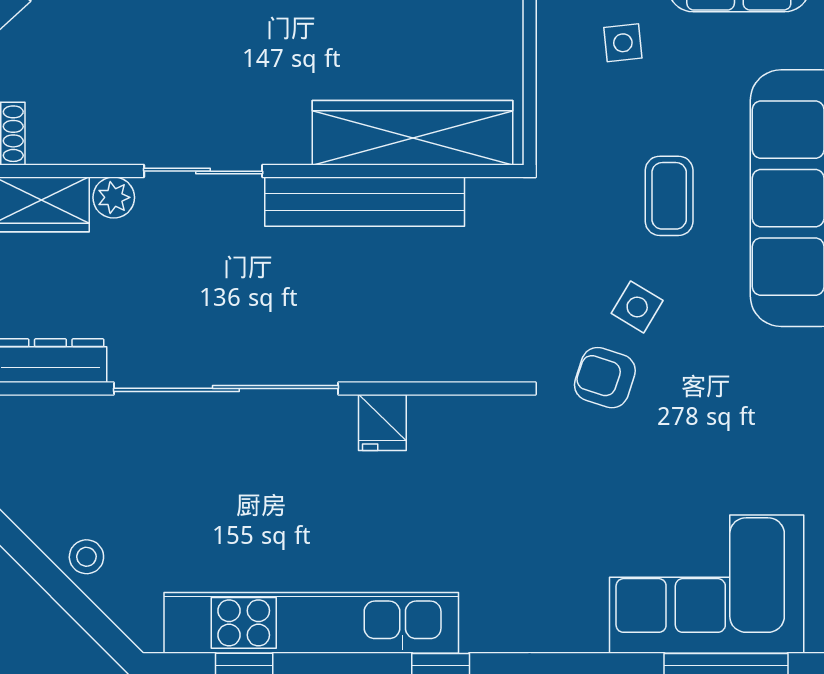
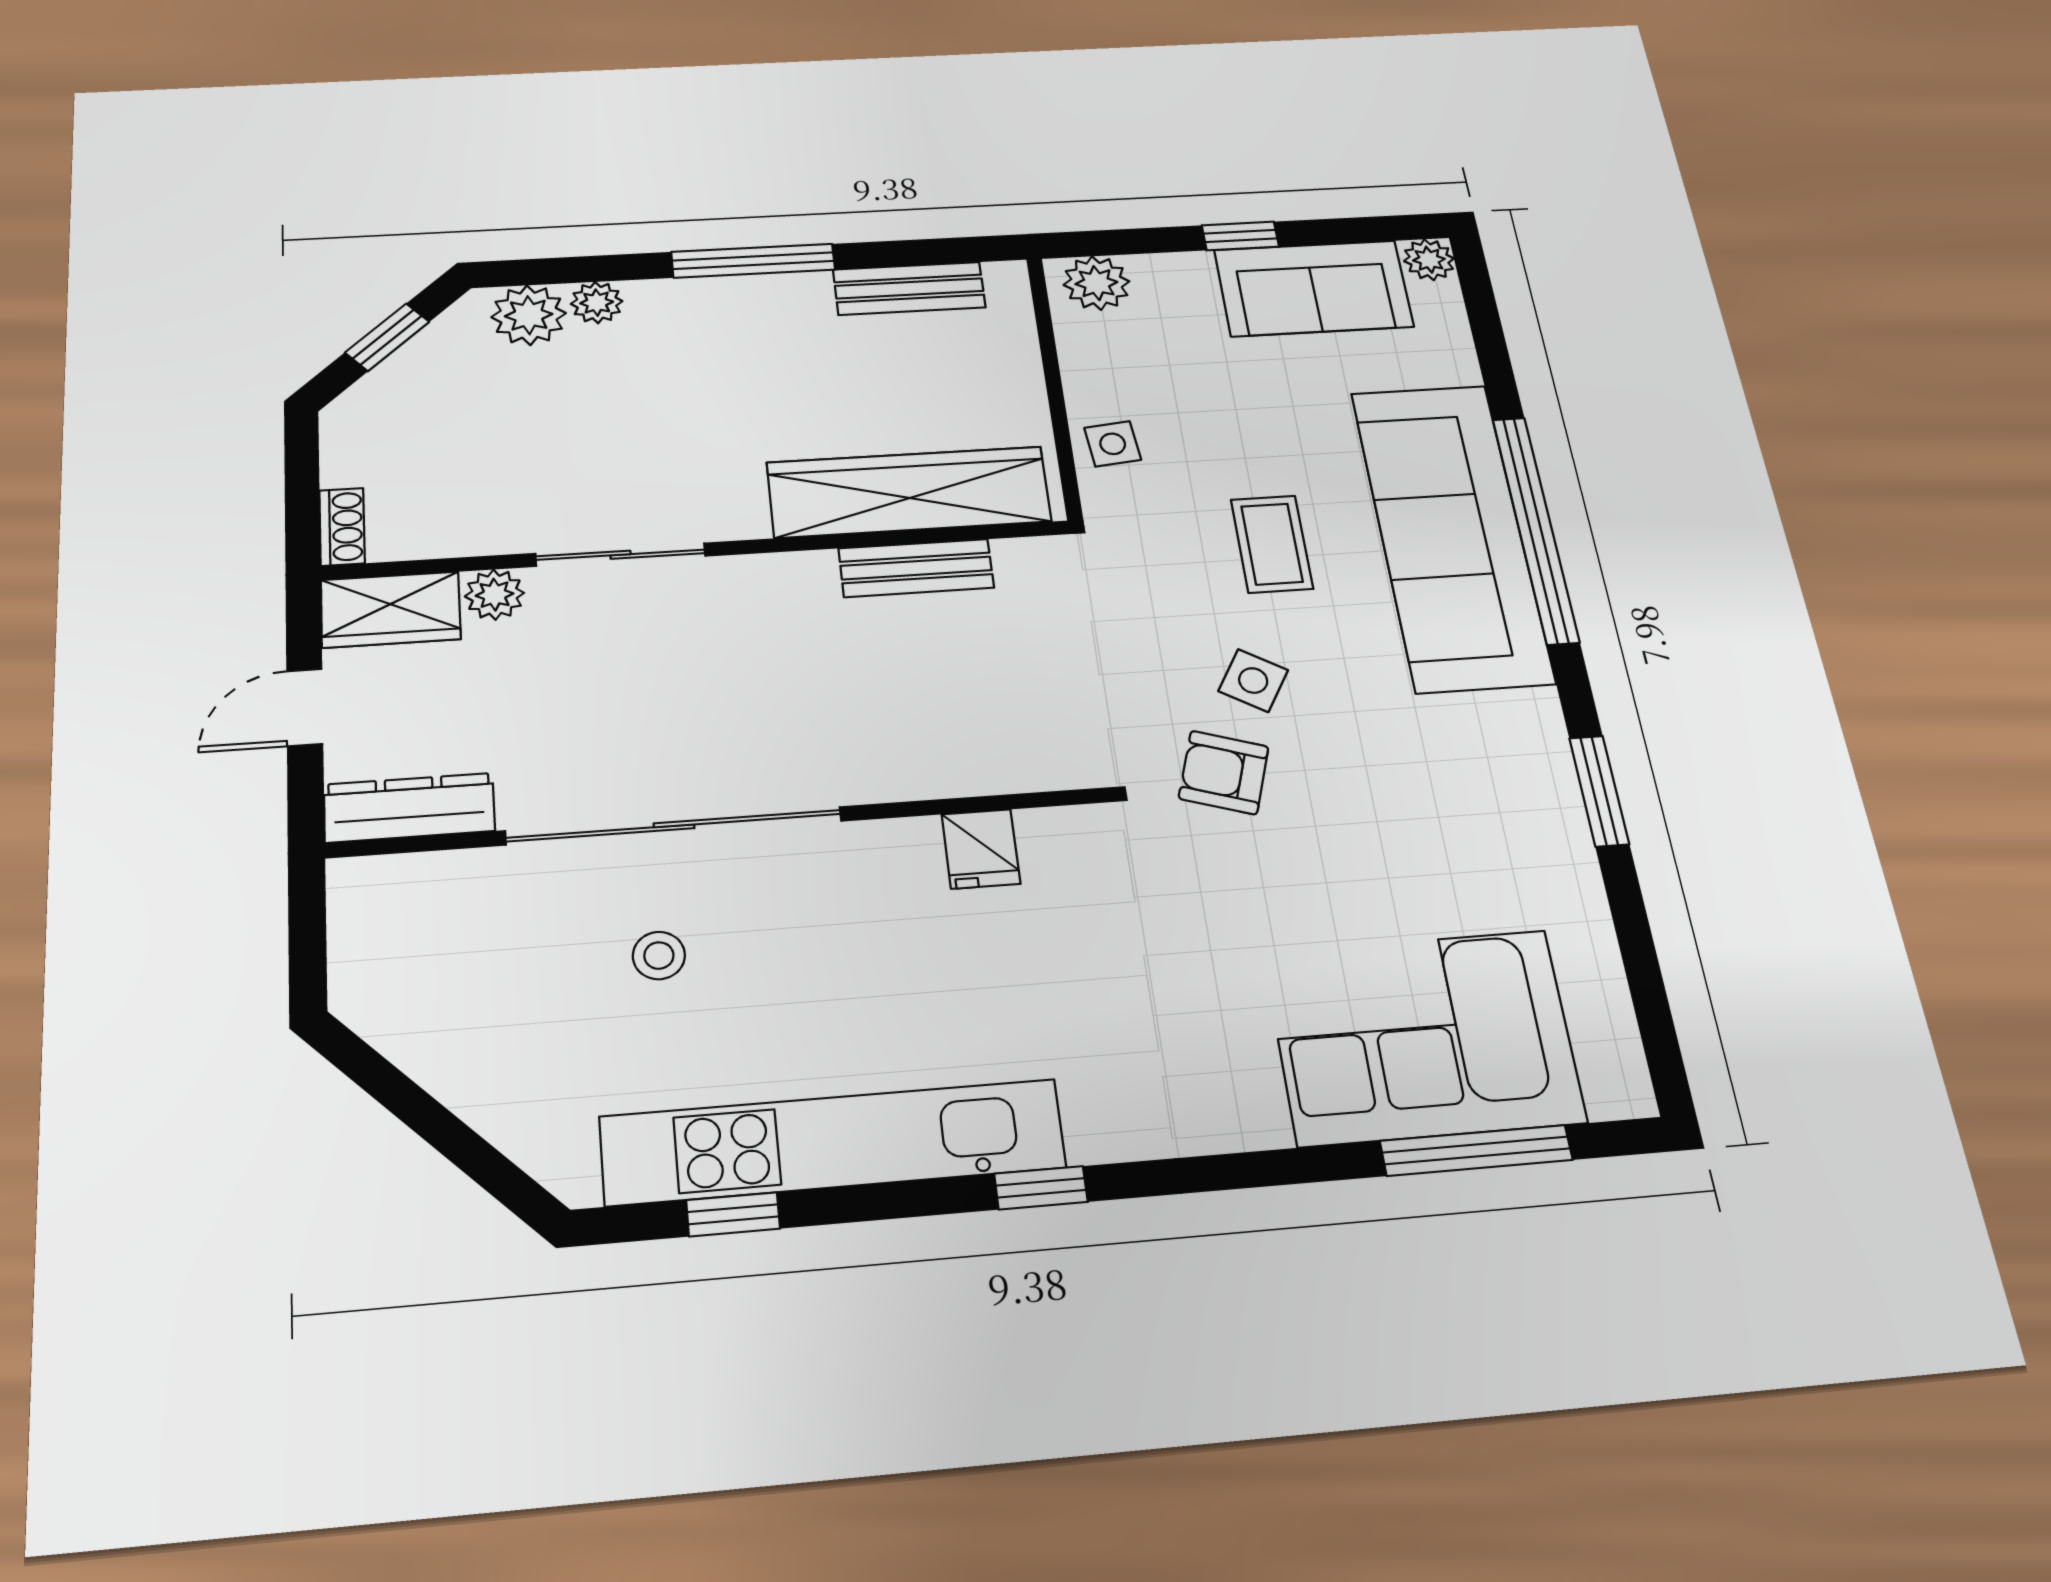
side table: (623, 43) -> (1113, 444), moved
bench: (365, 202) -> (916, 568), width x0.54, depth x0.82
fridge: (382, 422) -> (981, 849), moved
stool: (86, 557) -> (659, 956), moved

